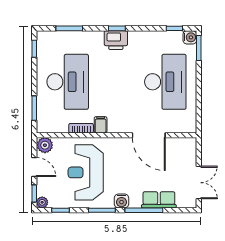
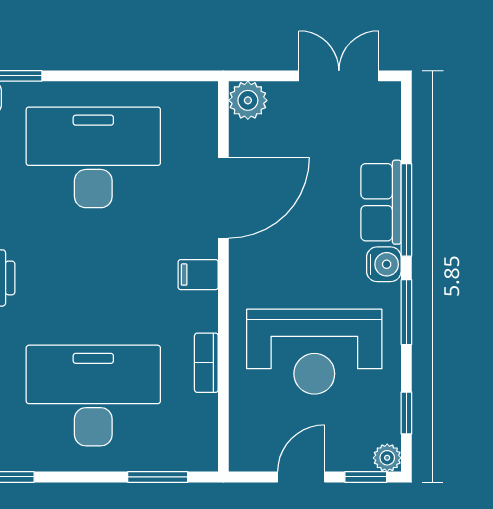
filing cabinet: (101, 125) -> (198, 275), moved
plant: (45, 145) -> (248, 100), moved
row of seats: (159, 200) -> (381, 202), moved

